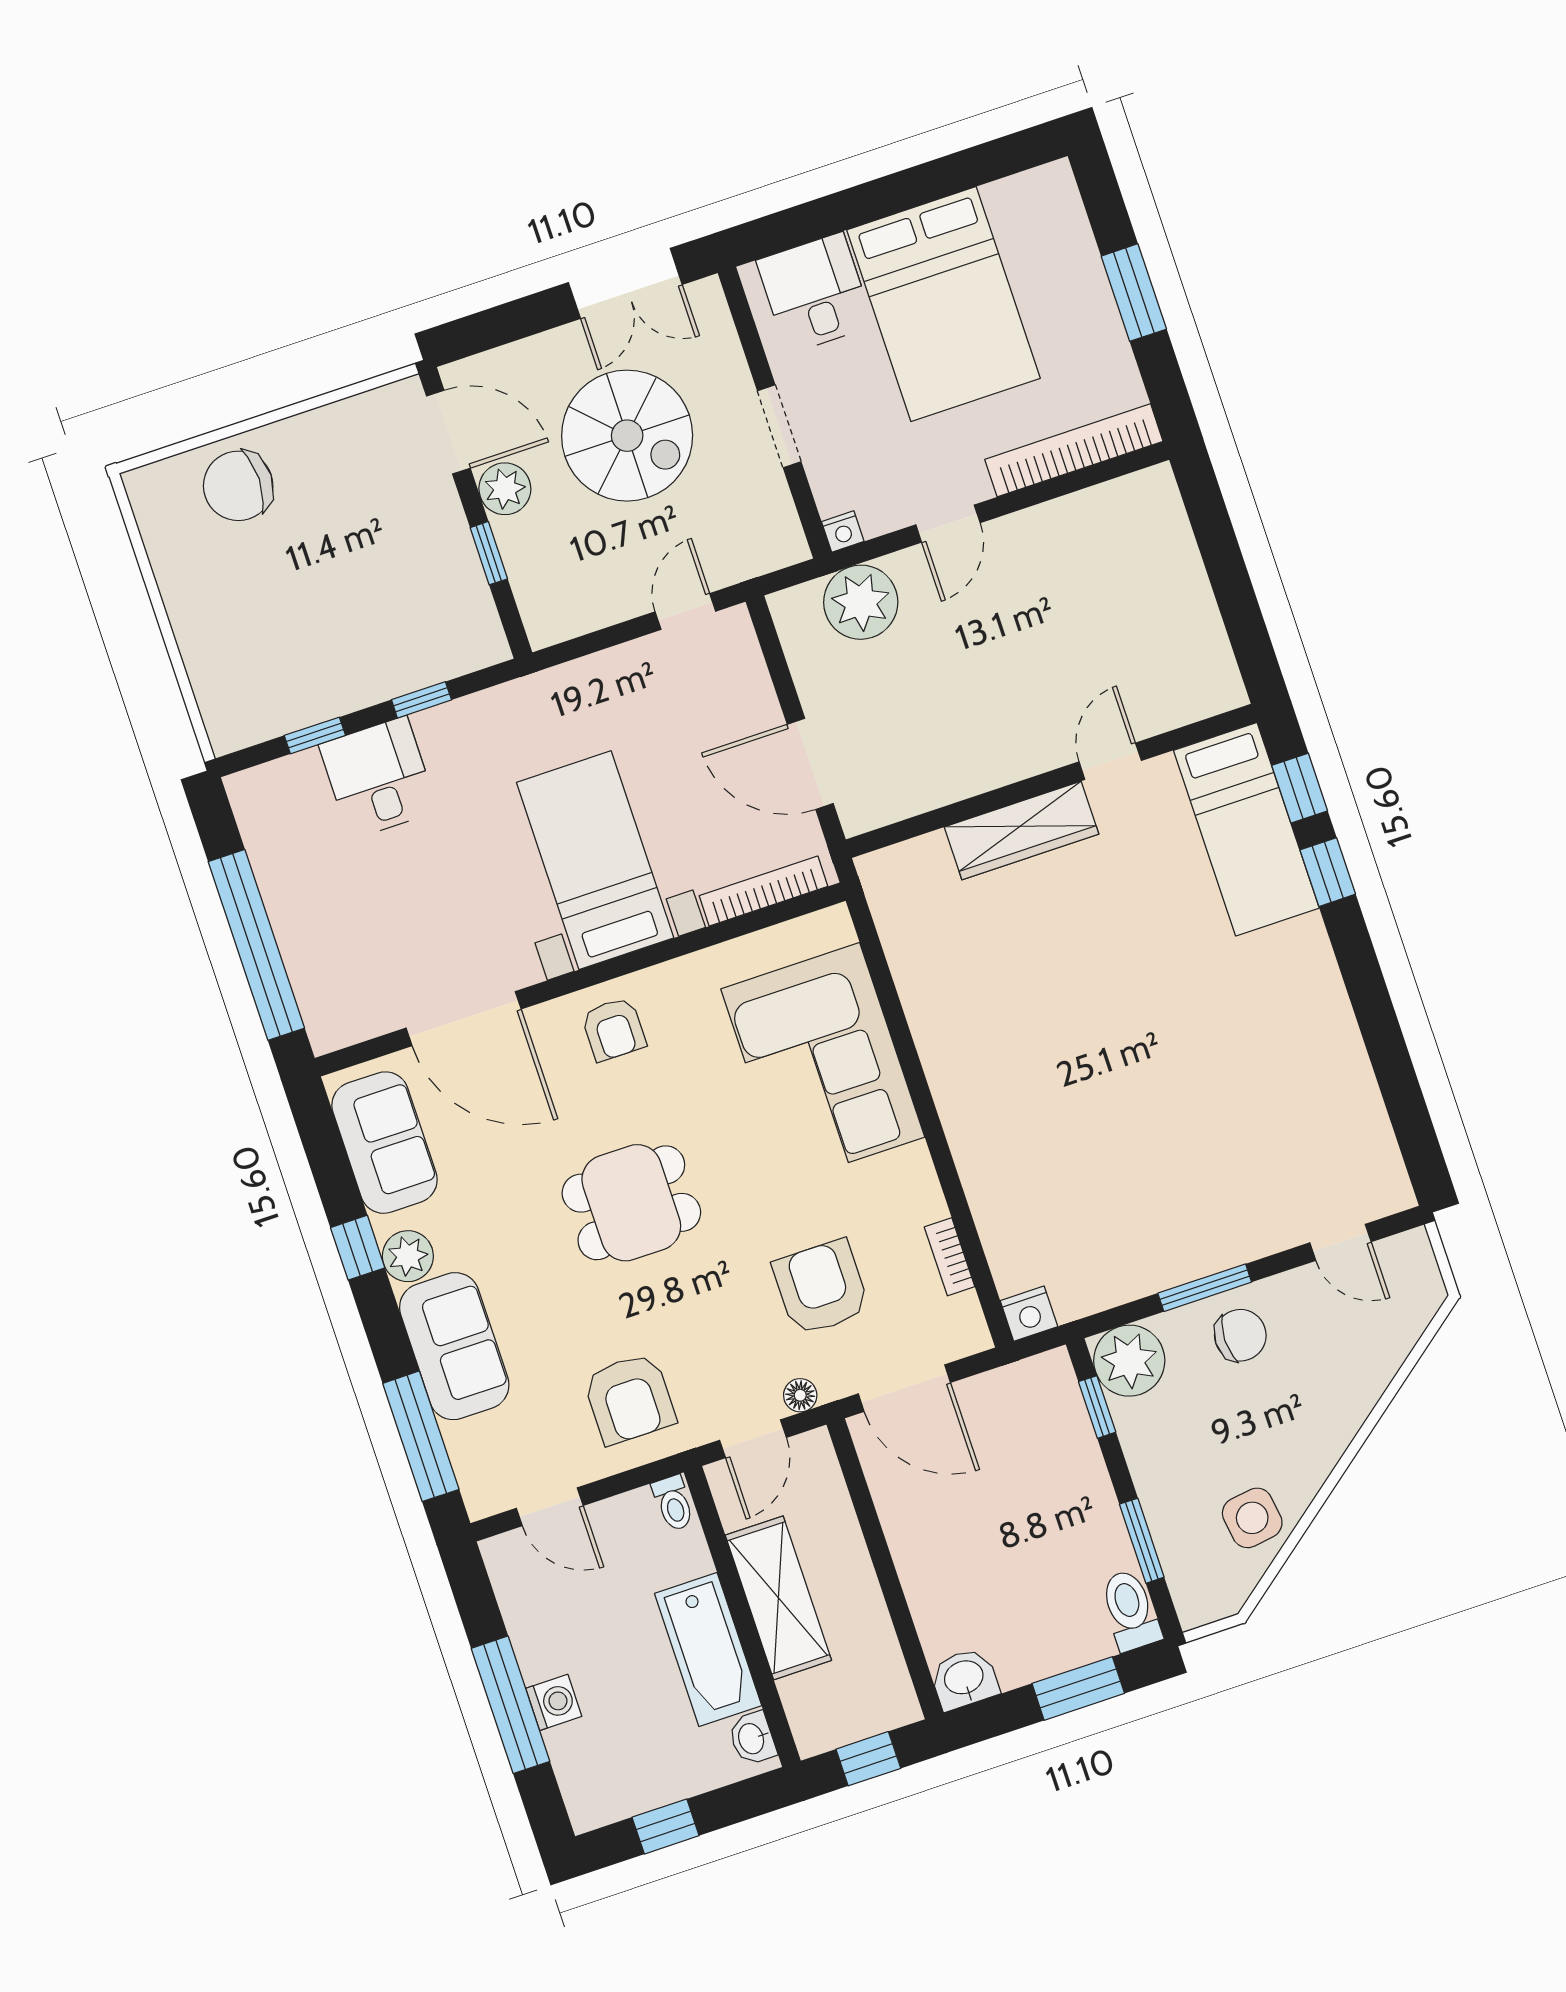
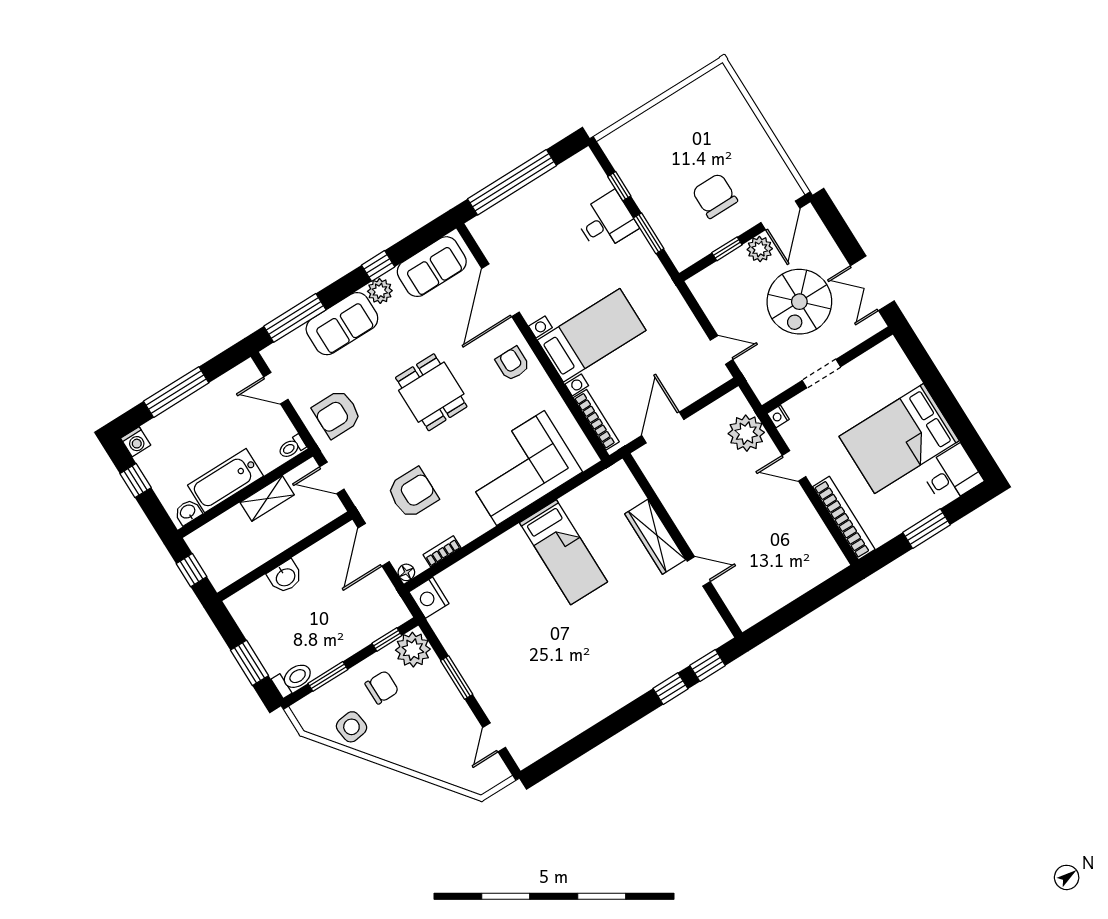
desk: (815, 293) -> (952, 475), moved
chair: (238, 486) -> (715, 196), moved
window: (421, 700) -> (649, 233), width x1.50
bed: (1246, 829) -> (564, 552), moved, turned -90
armchair: (614, 1029) -> (513, 364), turned 90
nightstand: (1029, 1314) -> (429, 598), width x1.36, depth x1.33
chair: (1240, 1335) -> (382, 687), moved, turned -90
floor lamp: (800, 1395) -> (406, 572), moved
door: (550, 1507) -> (276, 388), hinge flipped
shelving: (778, 1598) -> (267, 499), width x0.67, depth x0.75
washbasin: (964, 1679) -> (285, 577), moved, turned 90
washing machine: (554, 1702) -> (136, 442), moved

